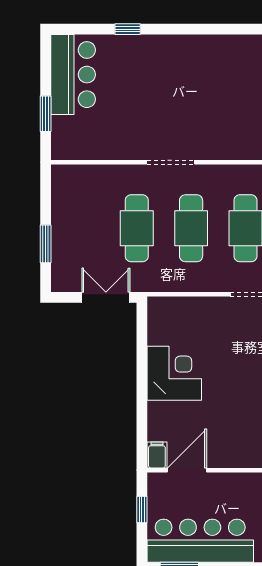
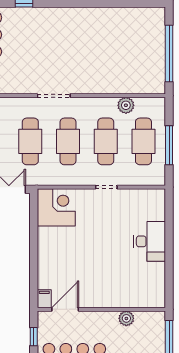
corner desk: (174, 373) -> (56, 207), moved

